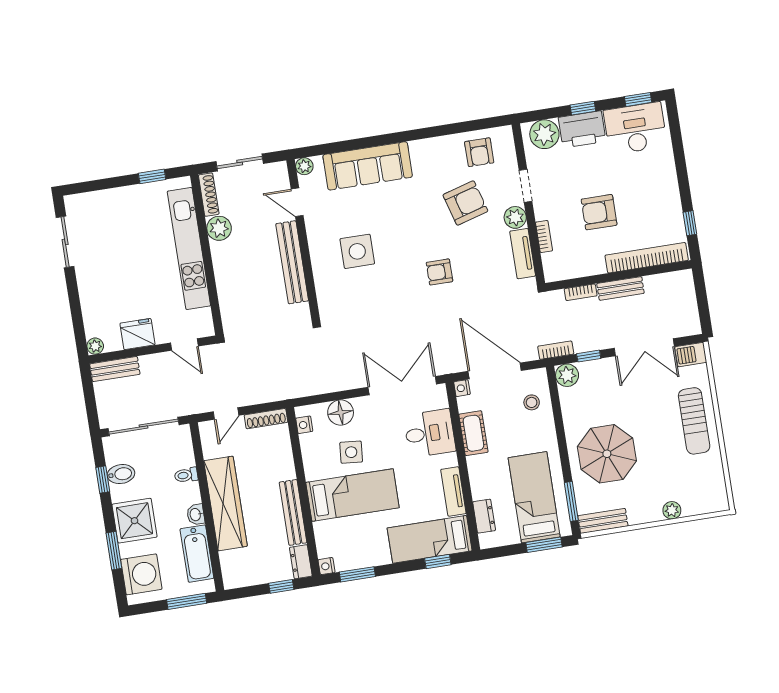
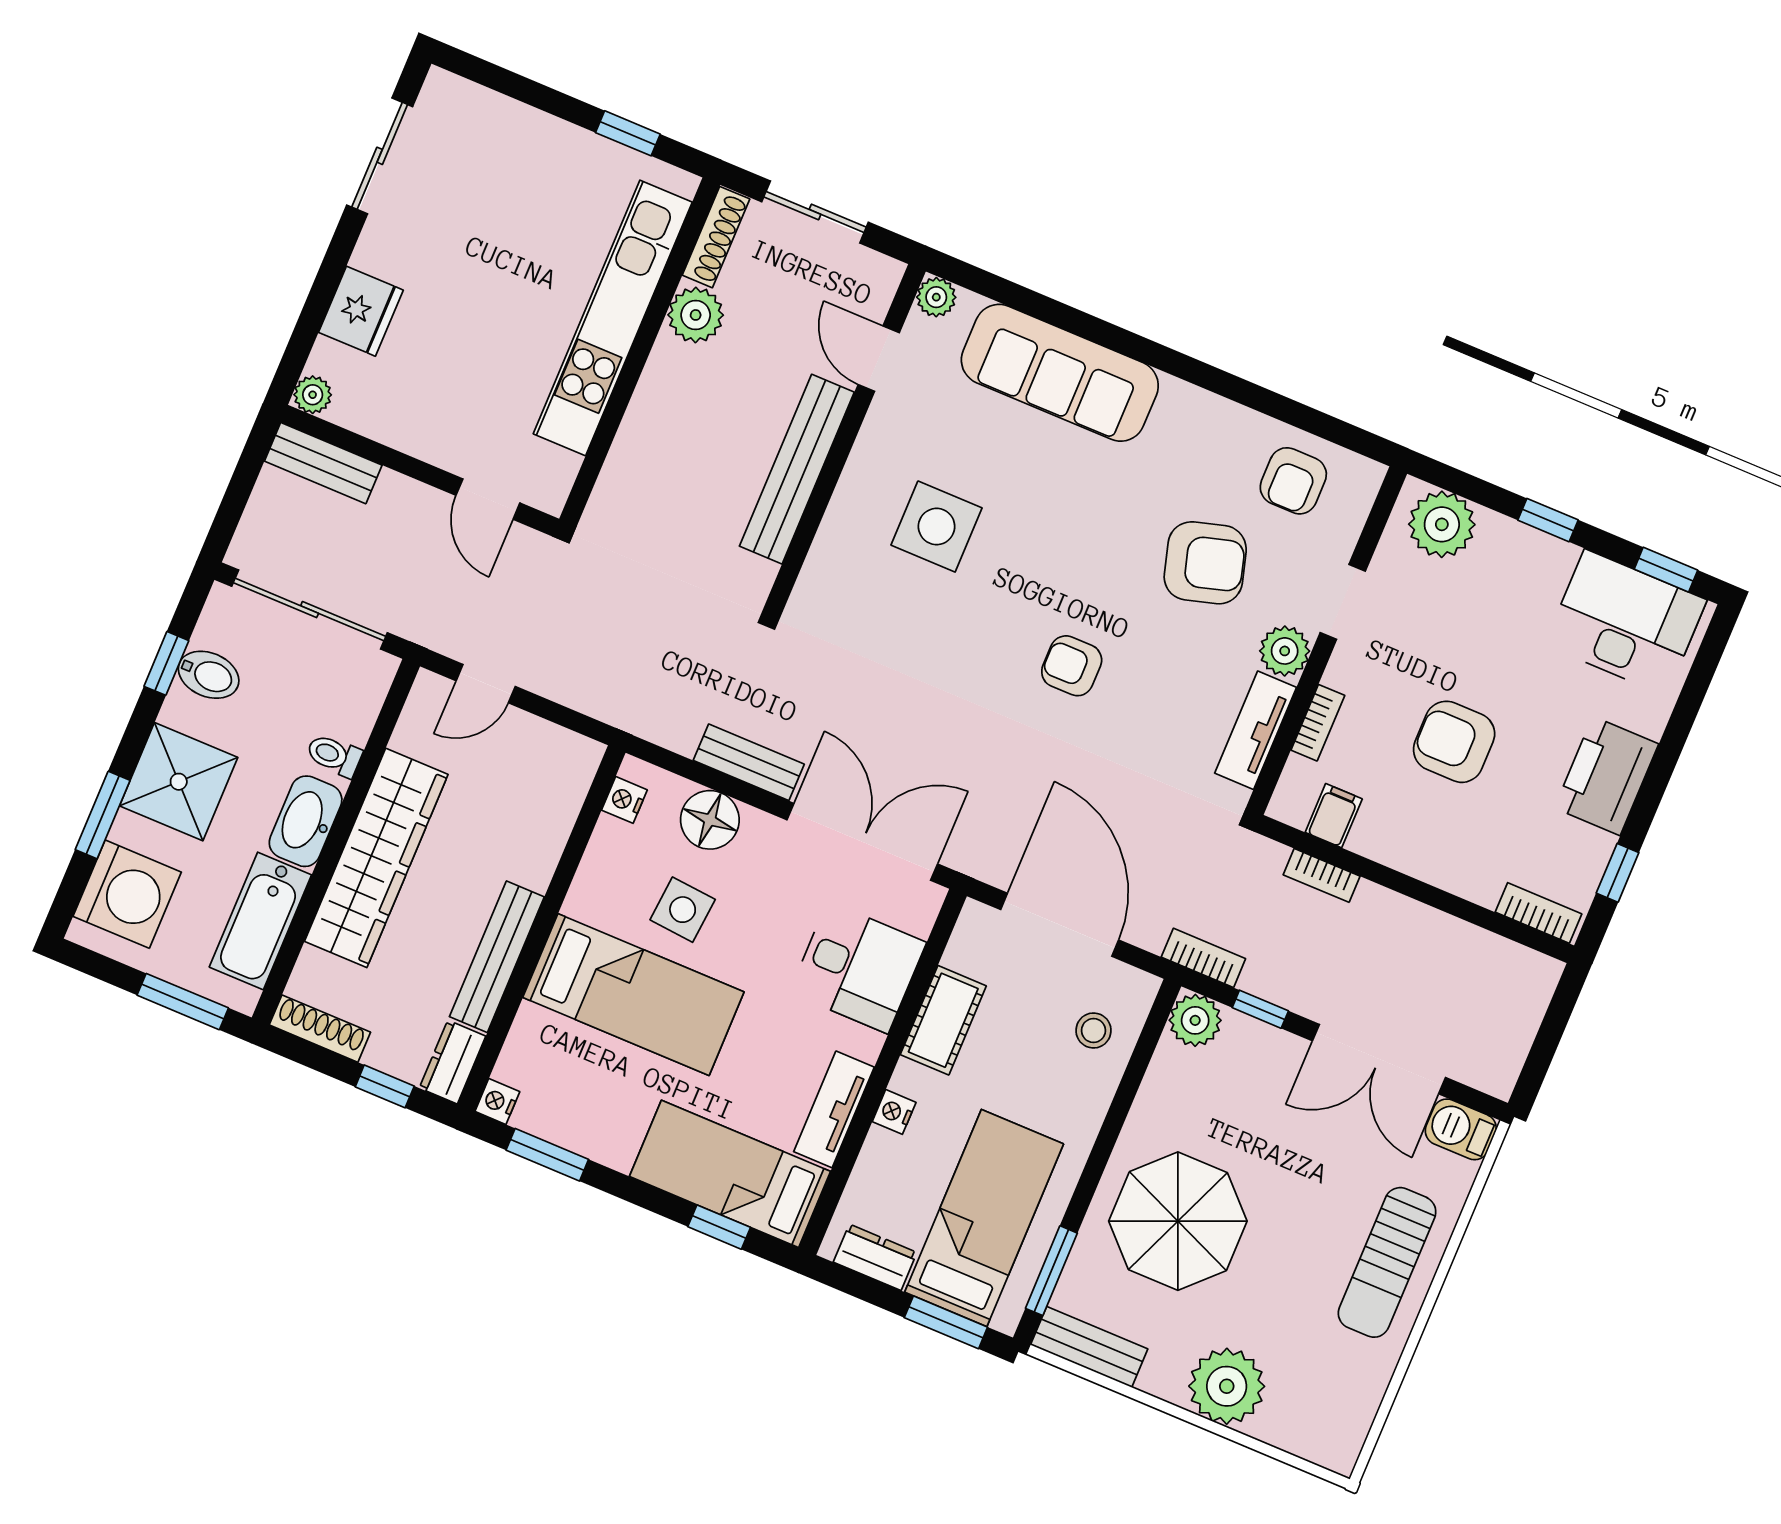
printer: (582, 129) -> (1607, 776), moved, turned 90
bookcase: (647, 258) -> (1538, 913), width x0.43, depth x0.76
filing cabinet: (571, 267) -> (1334, 816), added
bench: (620, 288) -> (749, 762), moved
fridge: (137, 334) -> (361, 311), moved, turned 90
nightstand: (462, 388) -> (894, 1112), moved
shoe rack: (266, 419) -> (320, 1029), moved, turned 180
plant: (672, 510) -> (1227, 1386), width x1.88, depth x1.88
washbasin: (196, 515) -> (306, 821), width x1.91, depth x1.45
dresser: (484, 516) -> (875, 1257), moved, turned -90

